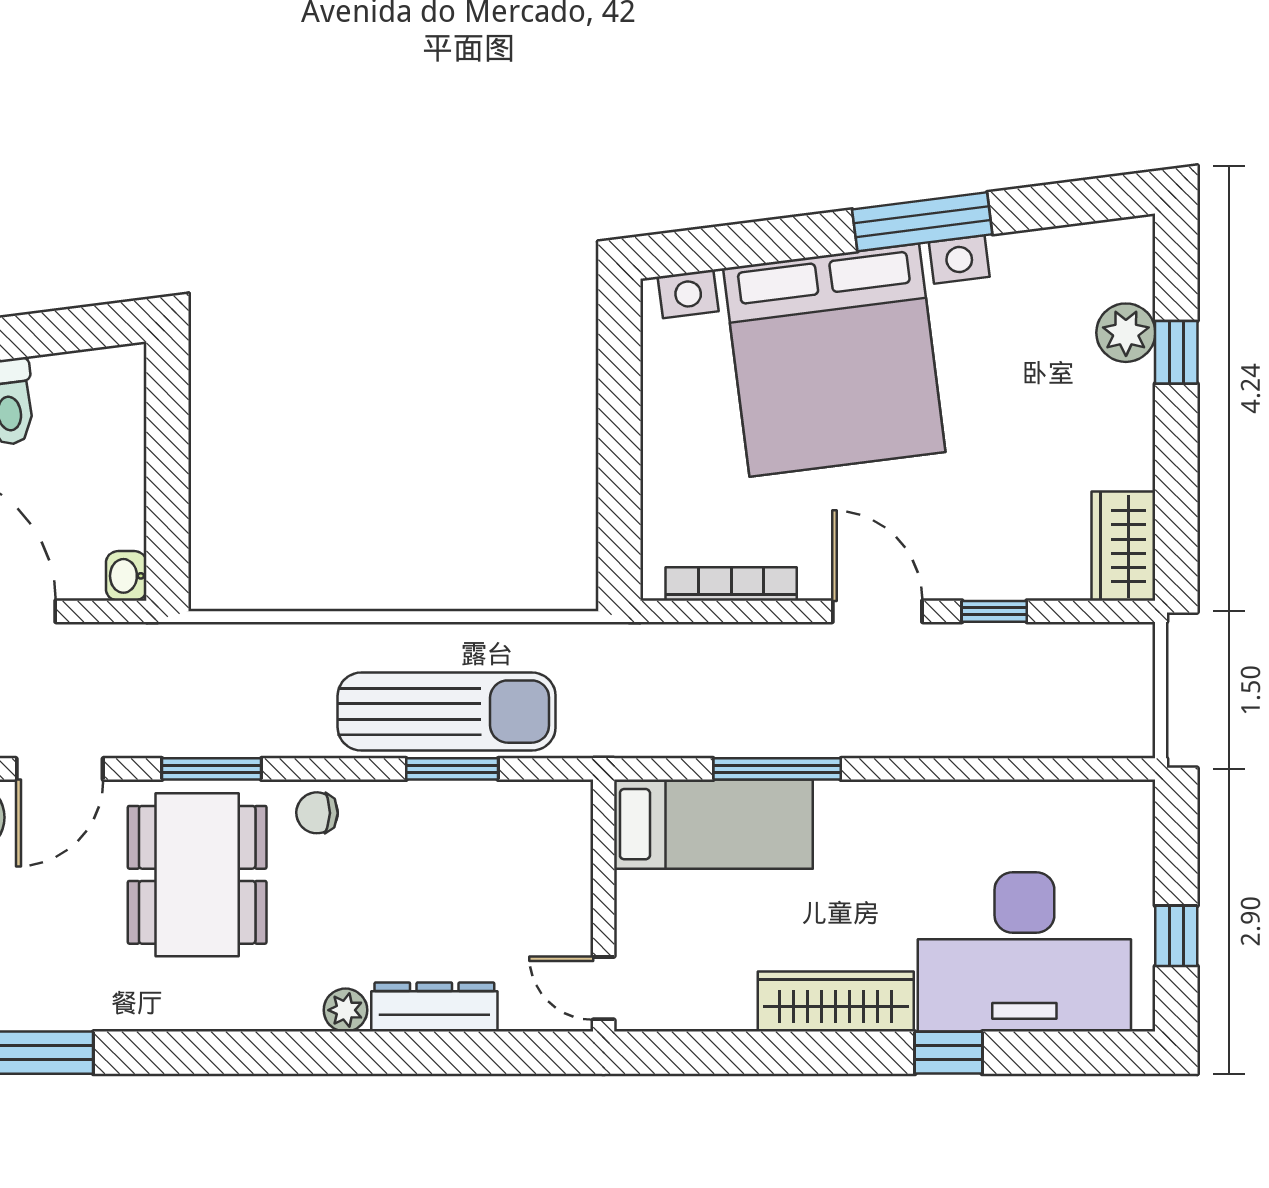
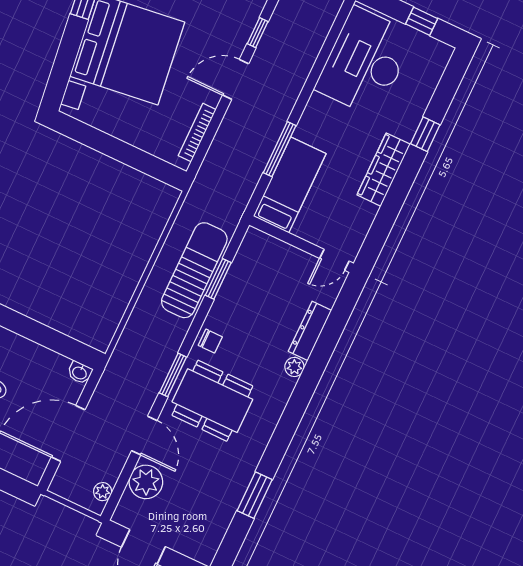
chair: (317, 813) -> (210, 341), turned -91
desk: (1024, 952) -> (365, 62), moved, turned 180

